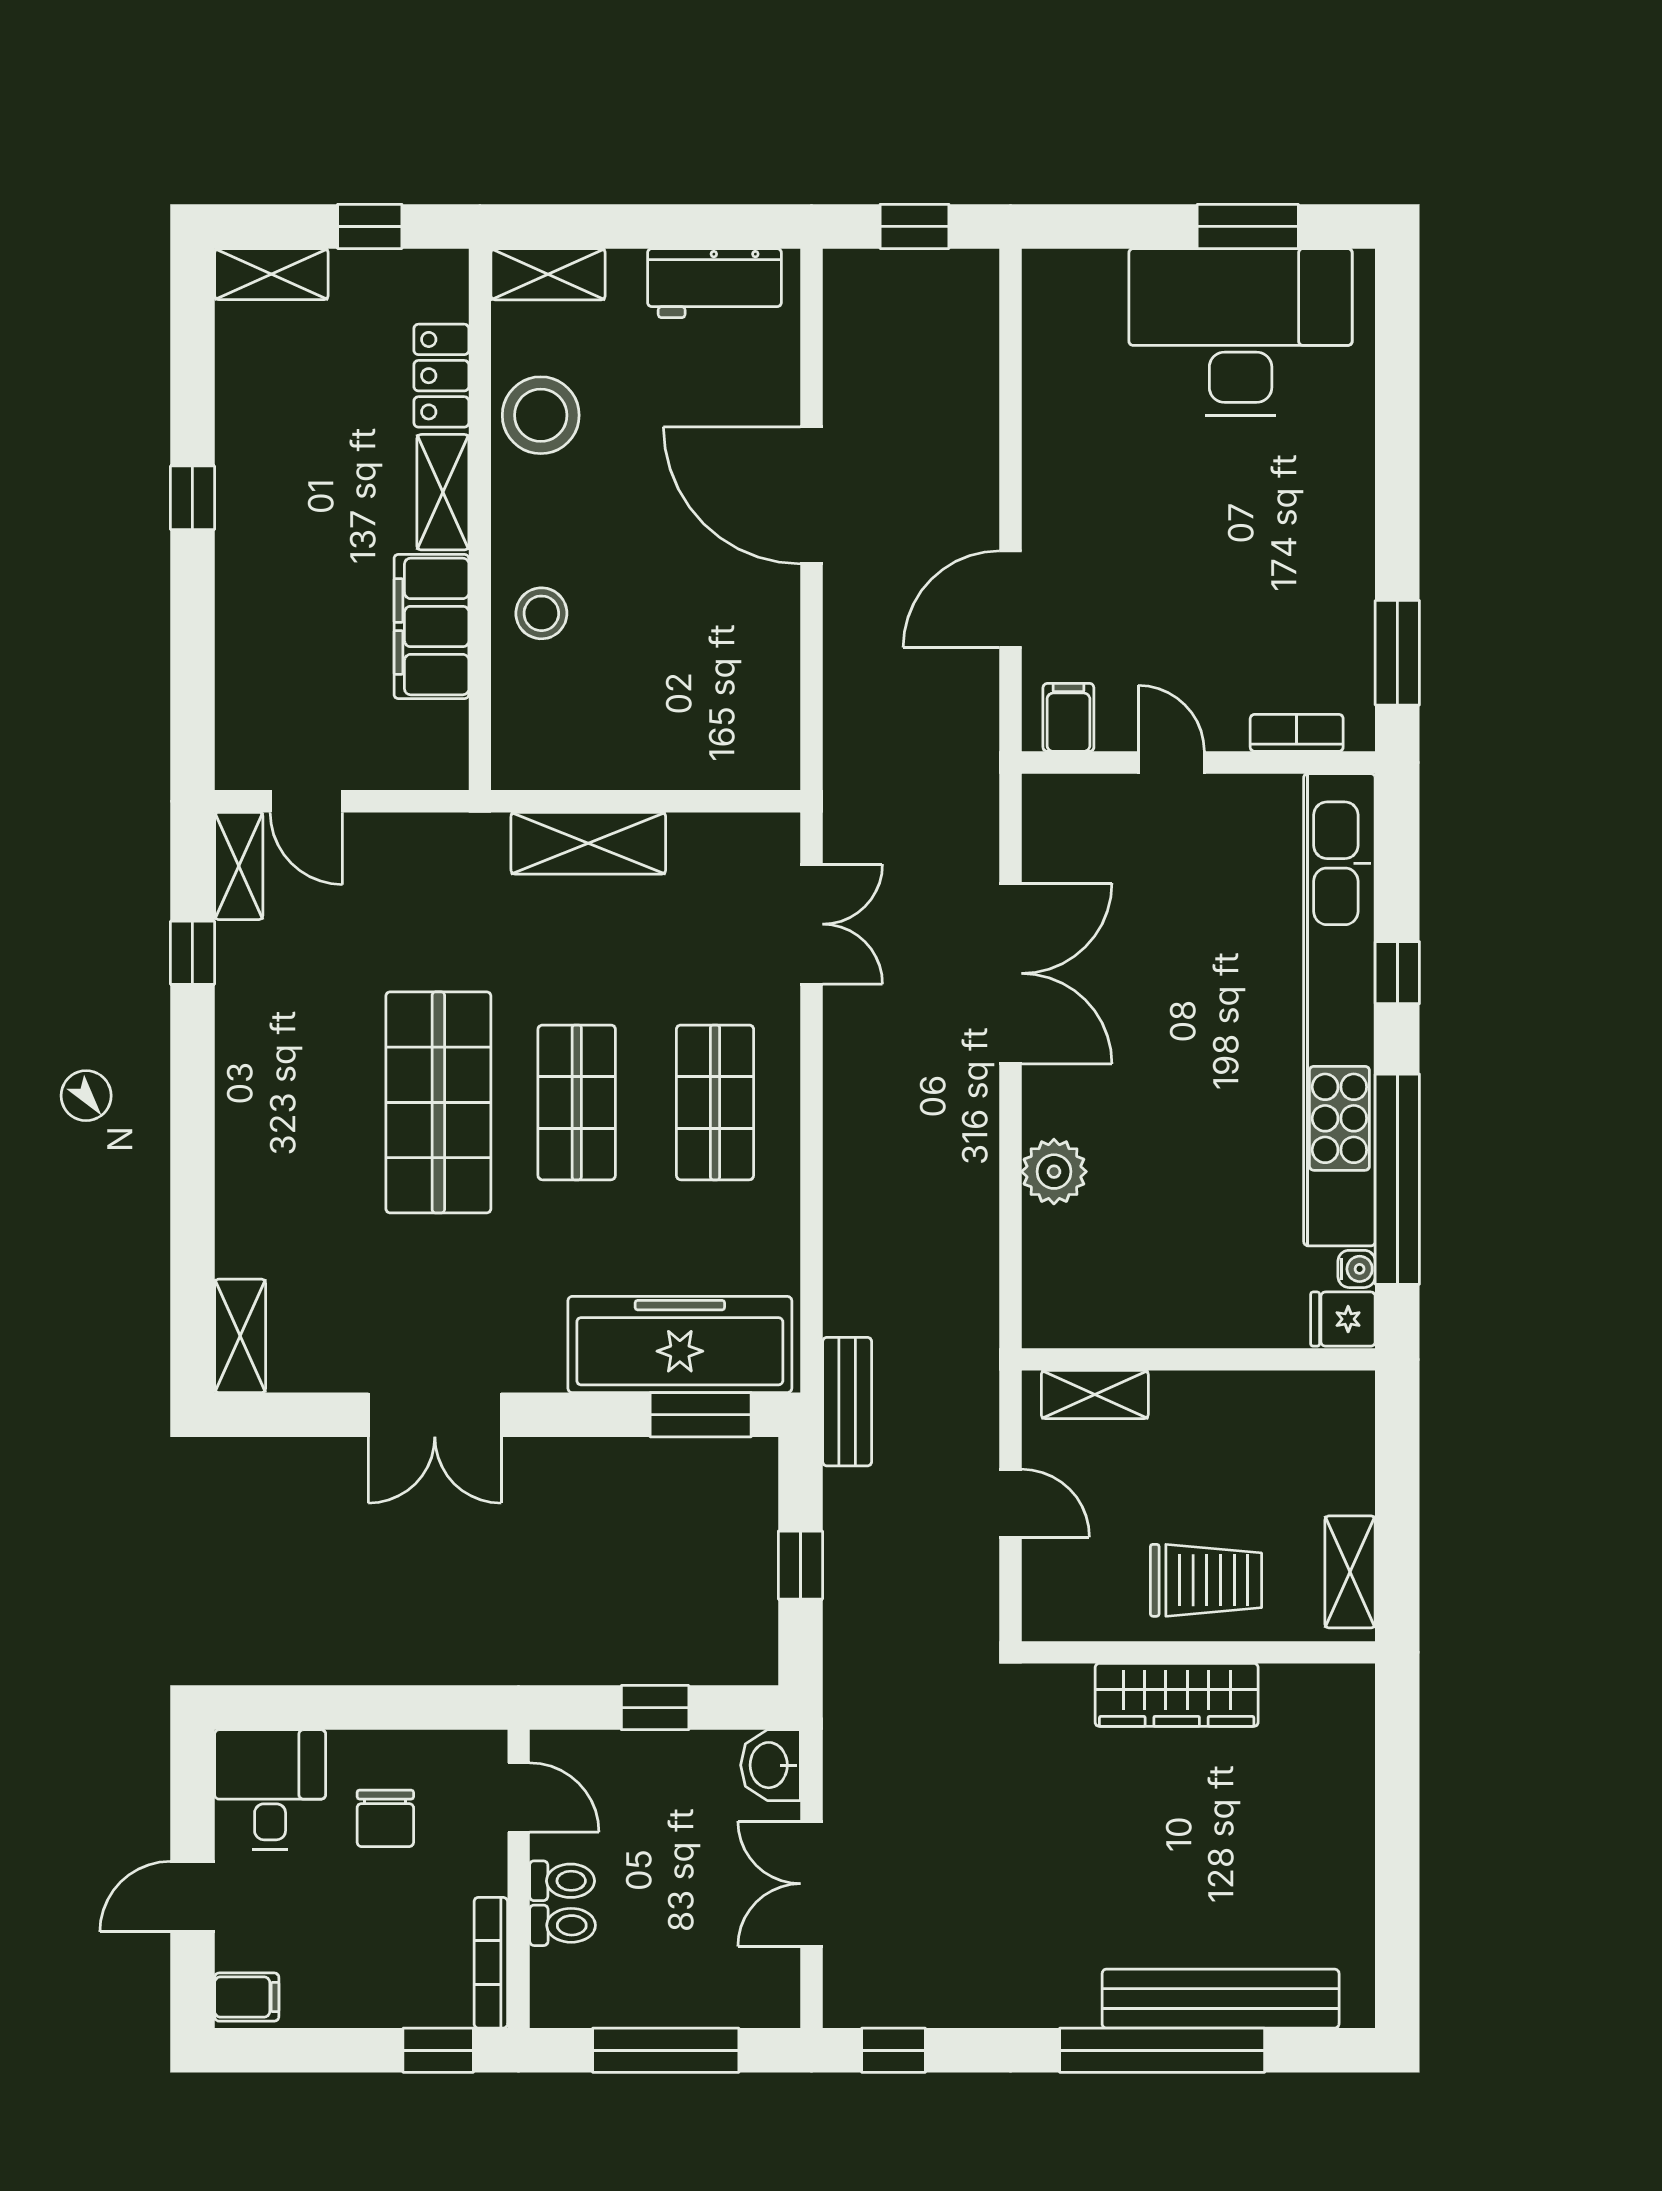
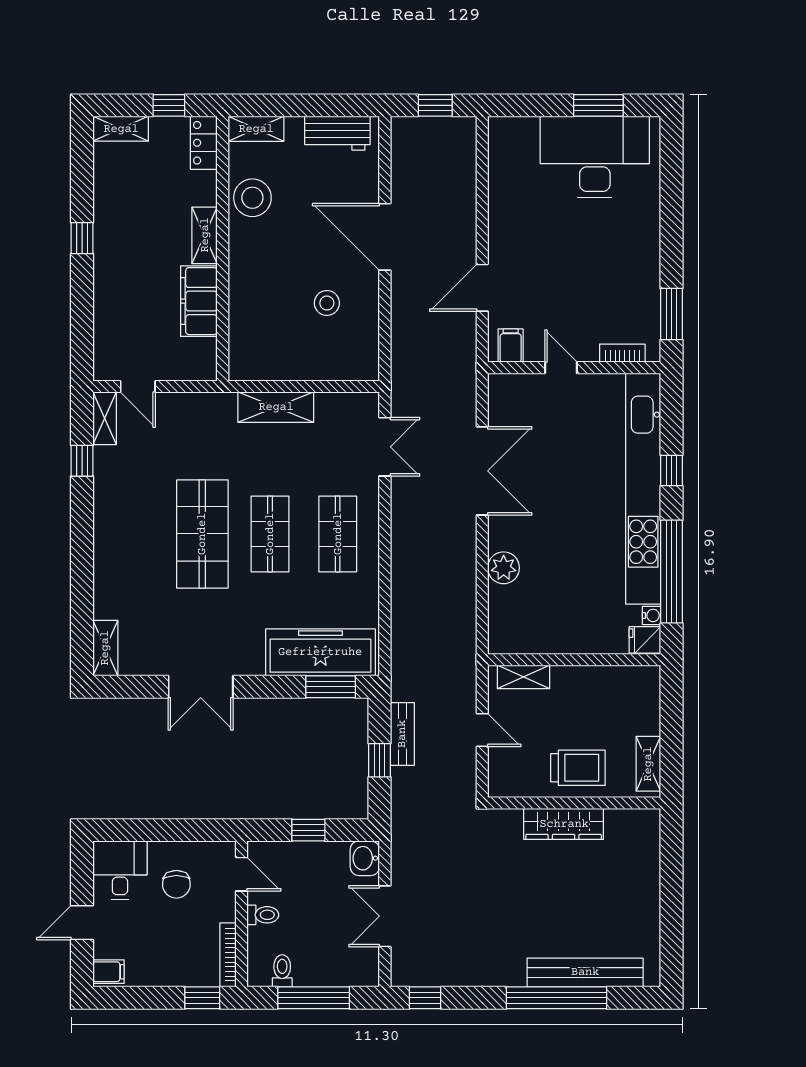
locker: (441, 376) -> (204, 143), moved
stool: (541, 613) -> (327, 303), moved
bench: (847, 1402) -> (402, 734), moved
toilet: (563, 1925) -> (282, 971), moved, turned -90

